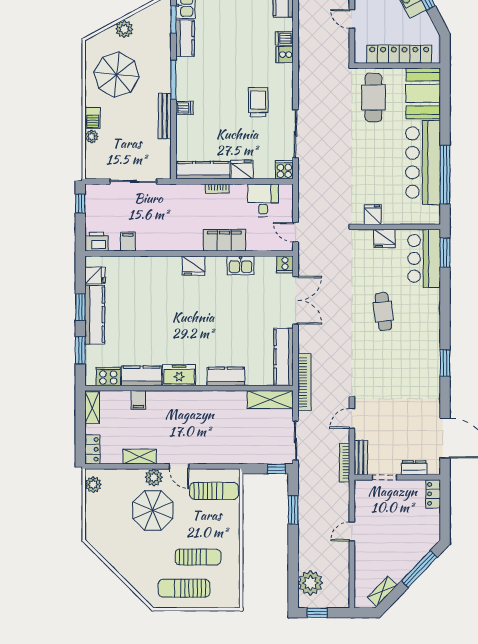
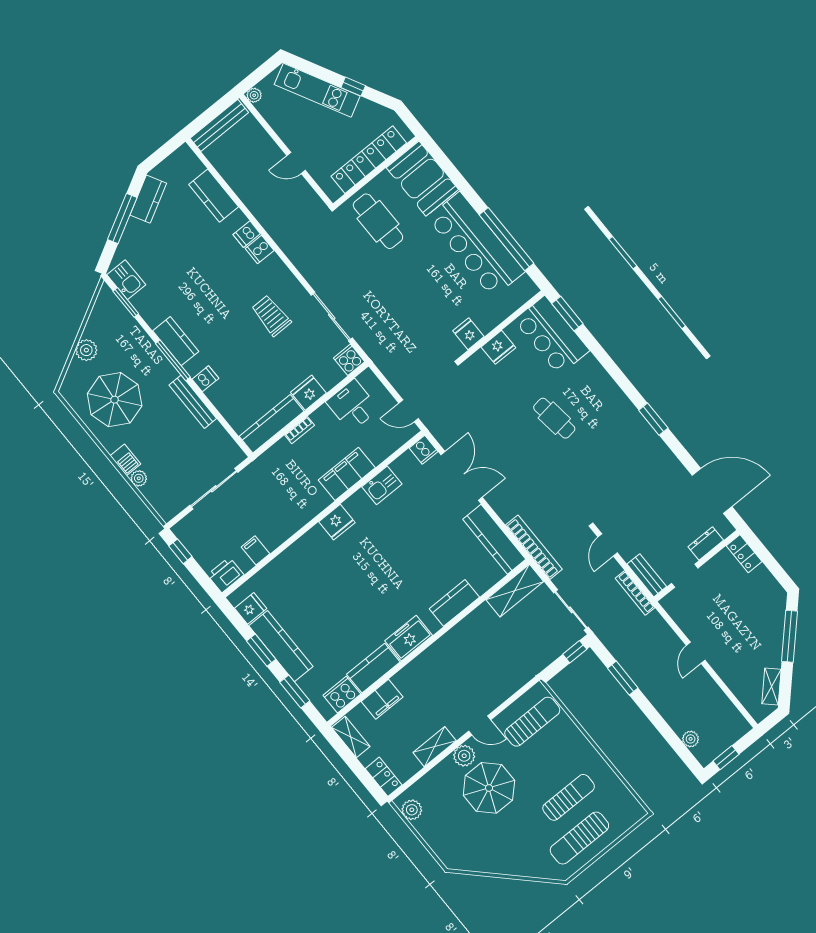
kitchen counter: (185, 38) -> (176, 341), moved
filing cabinet: (138, 400) -> (382, 699), width x2.00
plant: (310, 583) -> (691, 739), width x0.53, depth x0.53

